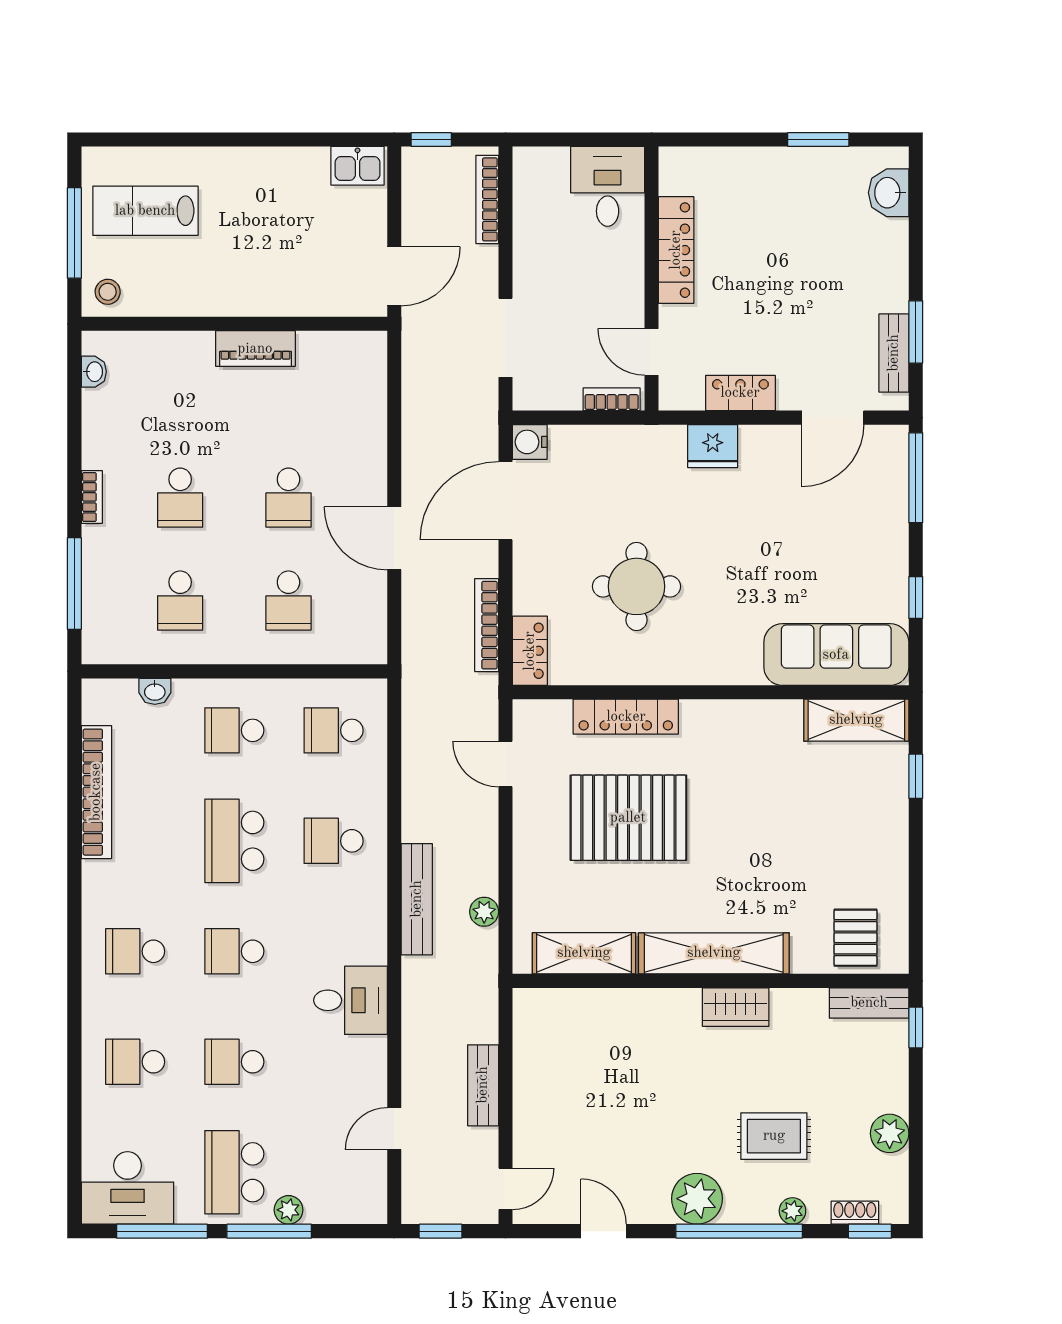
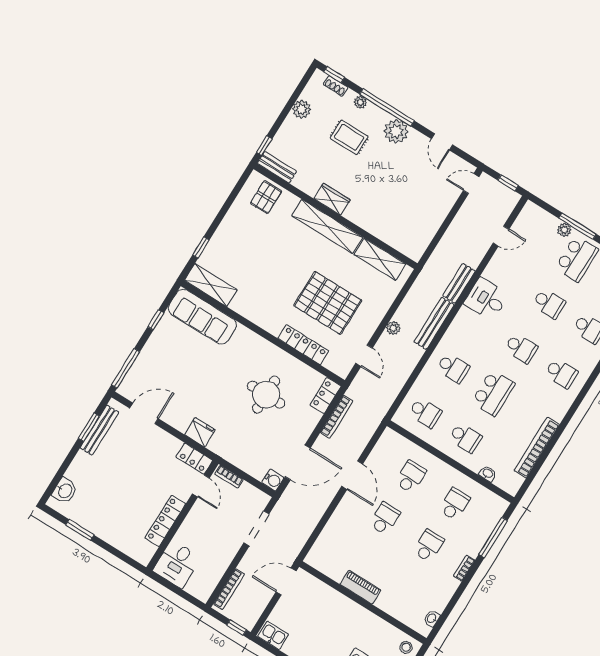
bench: (894, 353) -> (99, 430), width x1.36
locker: (740, 393) -> (194, 459), moved
plant: (484, 912) -> (393, 328), moved
bench: (483, 1085) -> (459, 283), moved

